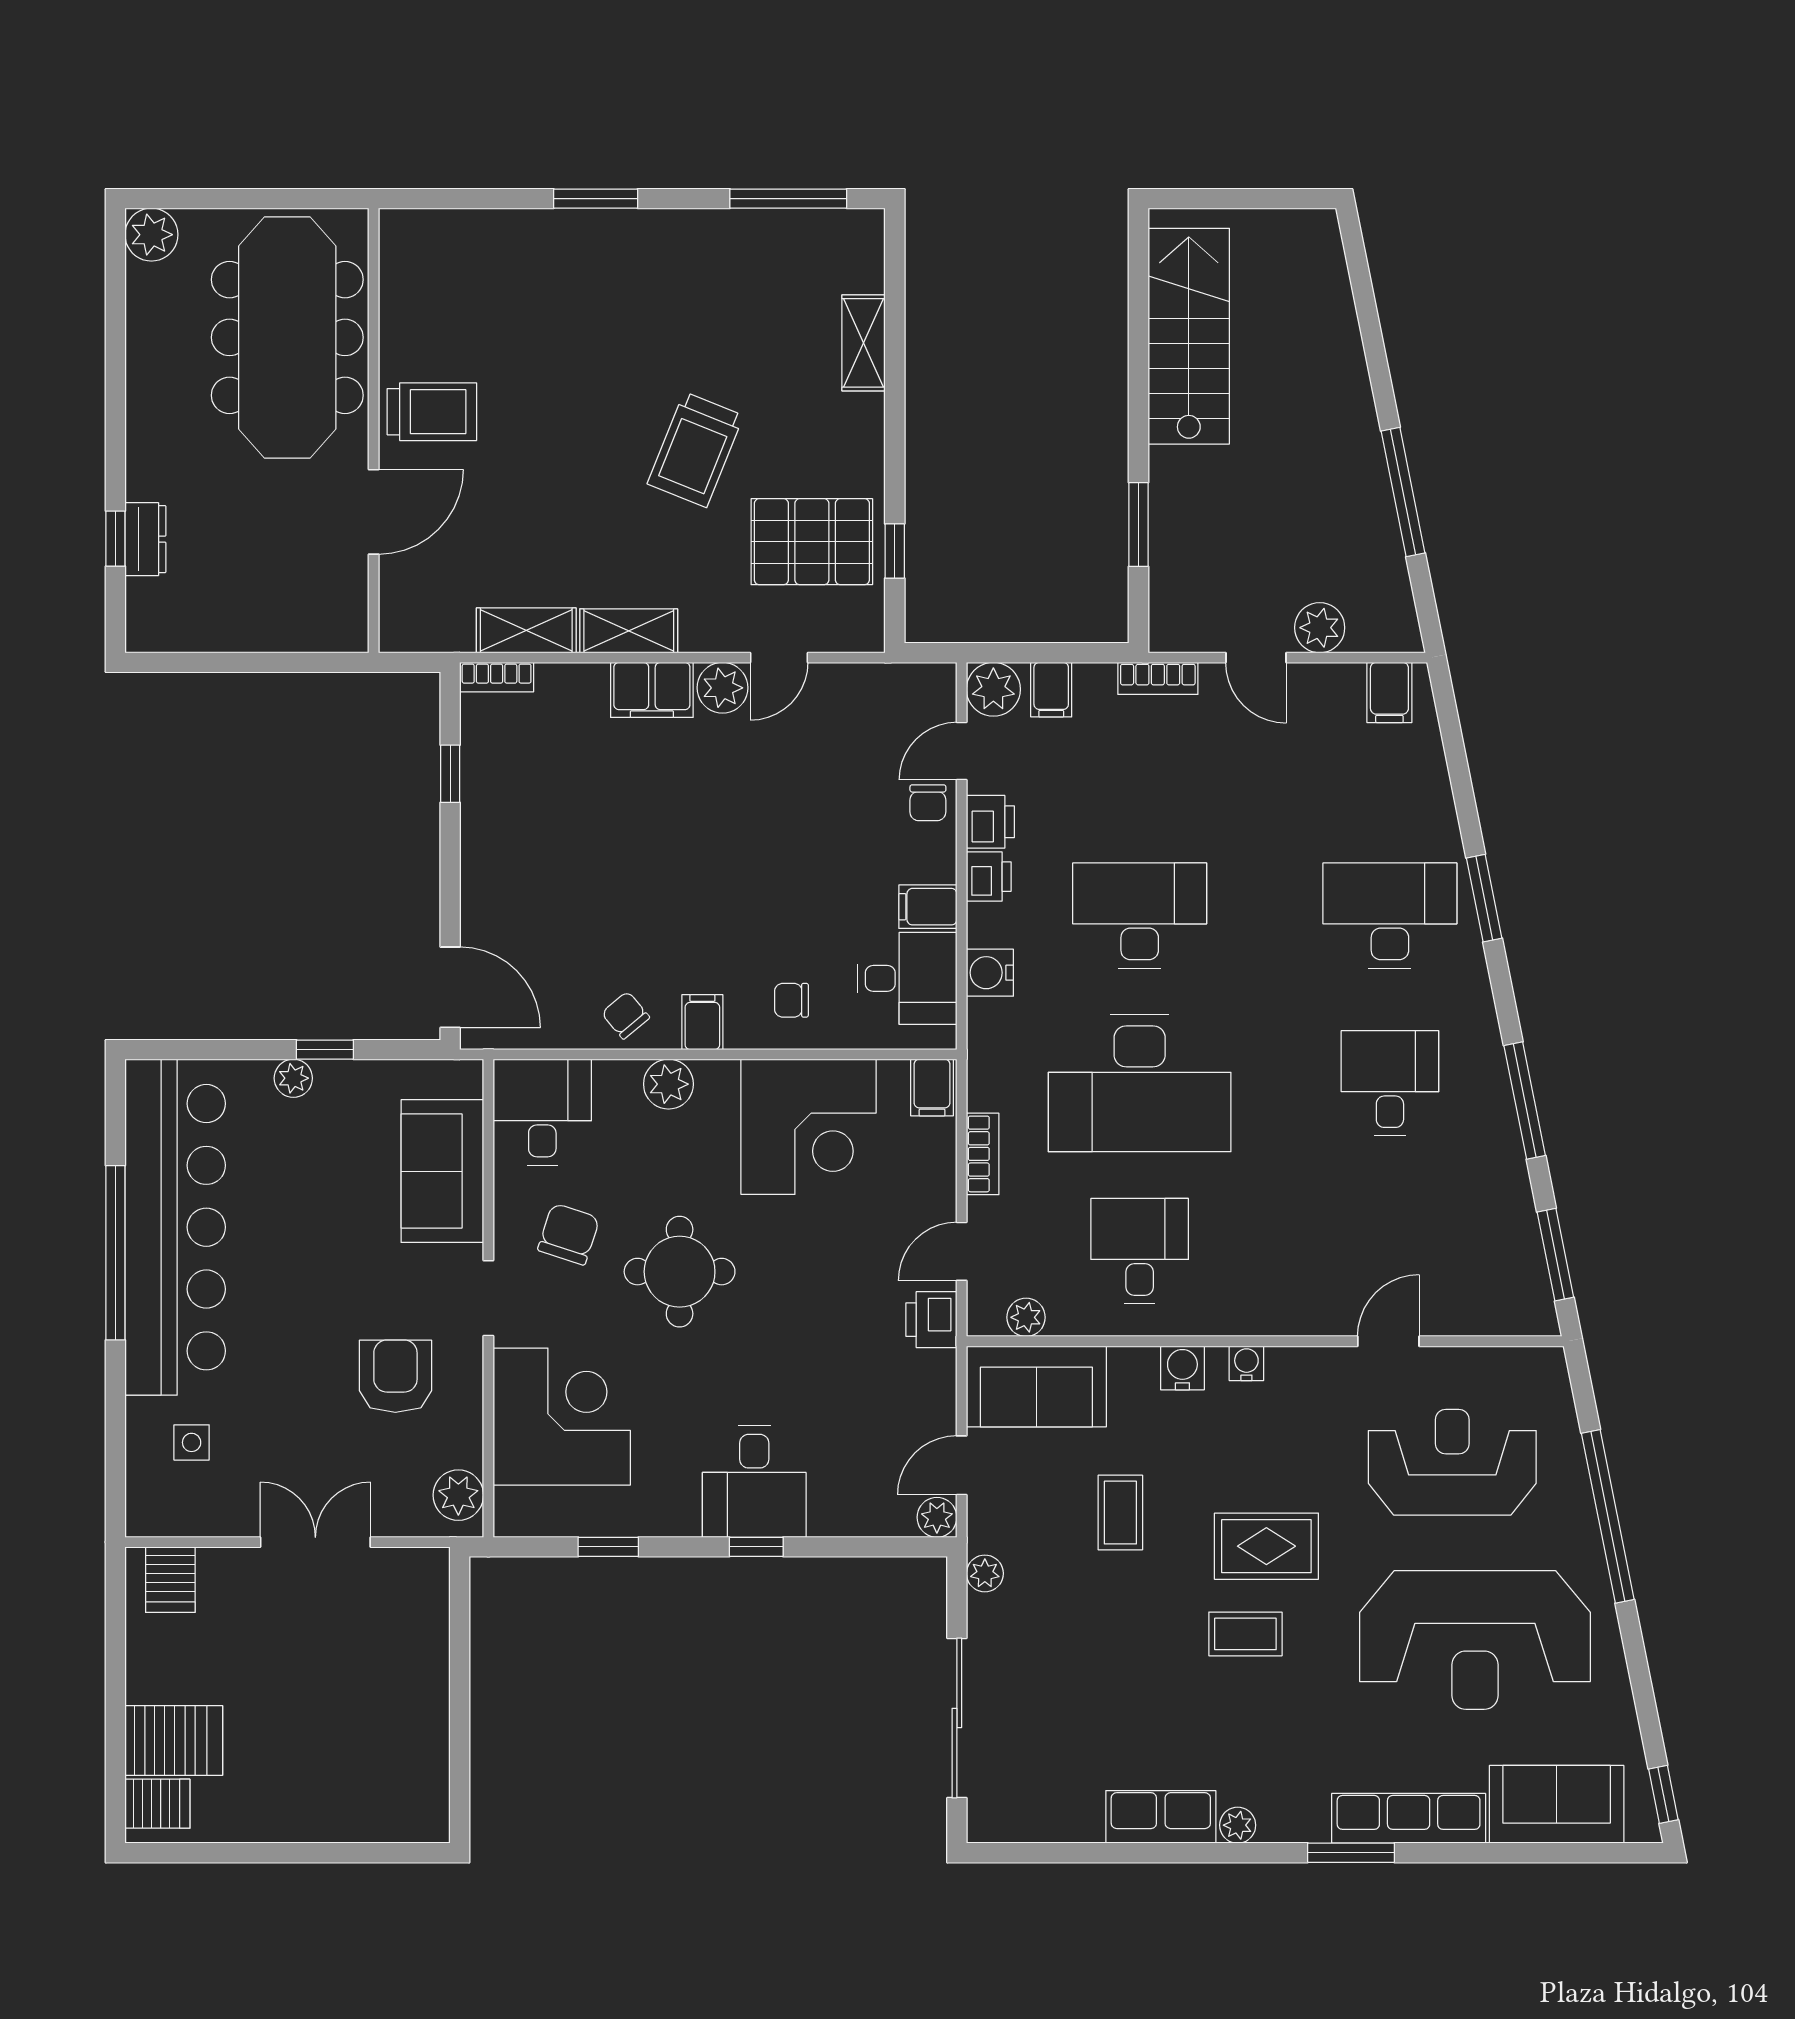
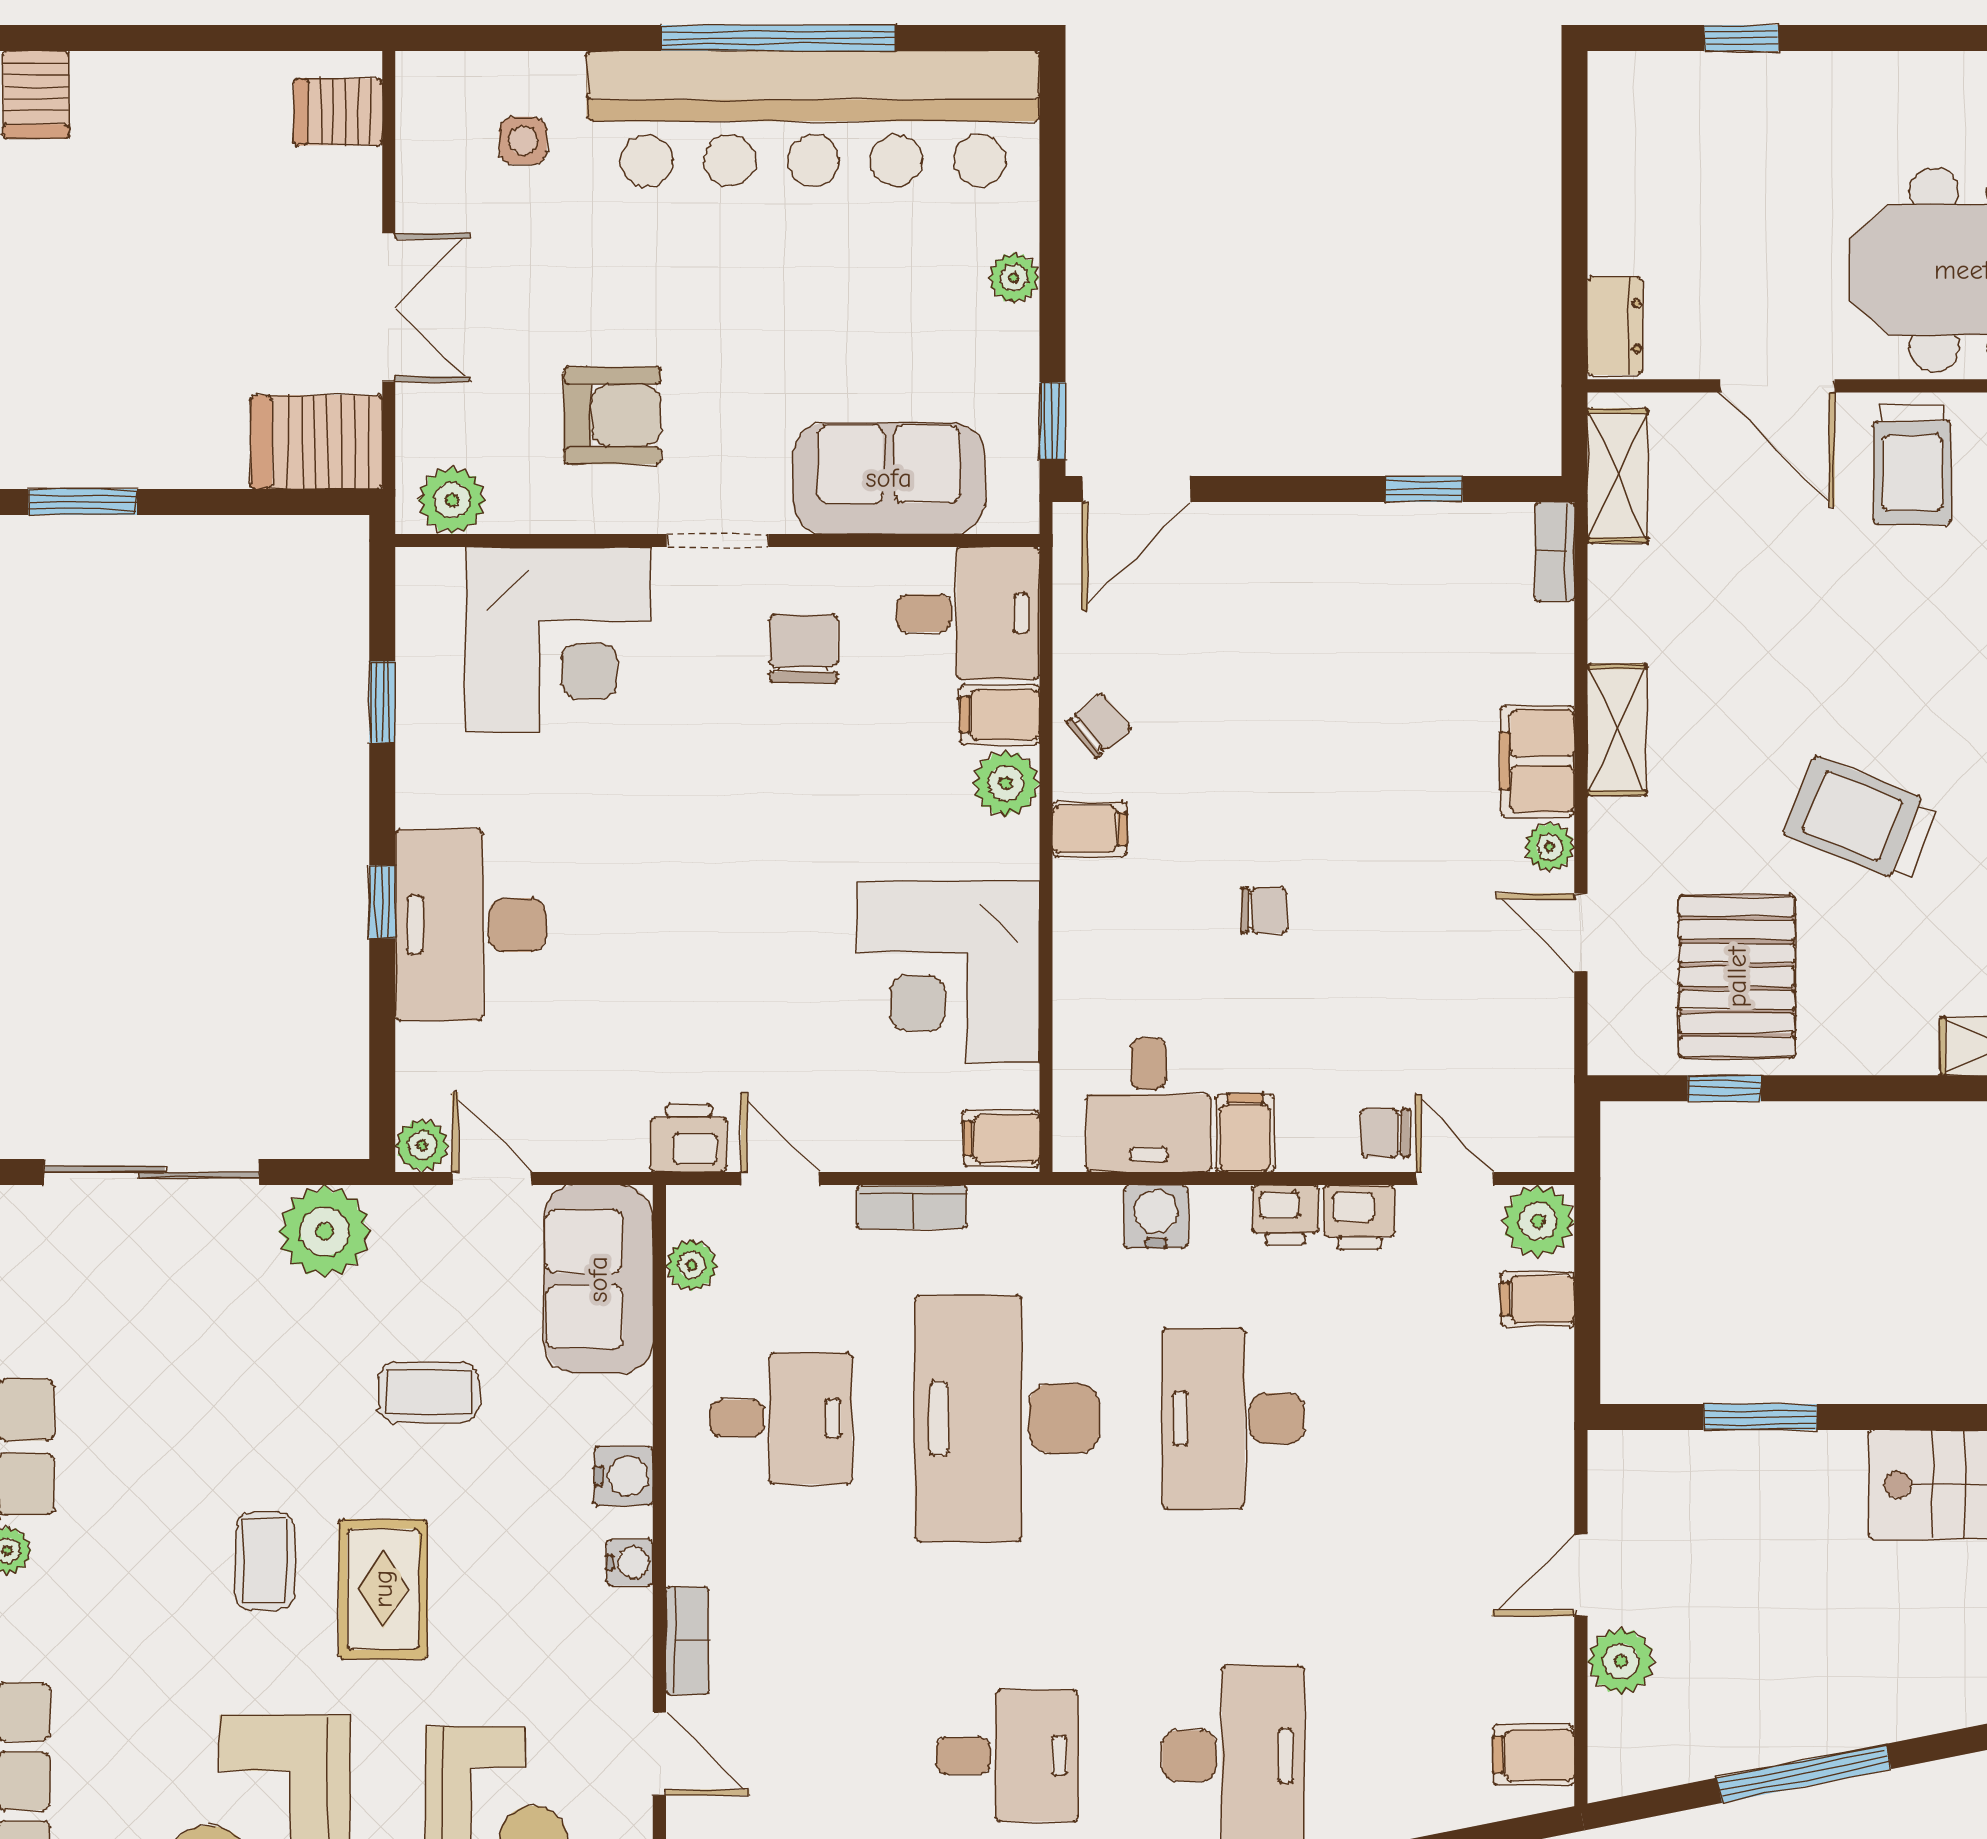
dresser: (145, 539) -> (1615, 326), moved, turned -90
shelving: (526, 630) -> (1618, 476), moved
bookcase: (1158, 678) -> (687, 1641), moved, turned 180
plant: (722, 688) -> (1549, 847), width x0.73, depth x0.73
desk: (1140, 915) -> (1233, 1418), turned 180
chair: (791, 1000) -> (1264, 910), moved, turned 90
window: (325, 1050) -> (1052, 421), moved
filing cabinet: (617, 1089) -> (1000, 715), added
chair: (569, 1234) -> (804, 649), turned -108
round table: (680, 1272) -> (753, 798), removed
desk: (754, 1481) -> (471, 925), width x1.37
plant: (985, 1573) -> (325, 1231), width x1.88, depth x1.88
server rack: (174, 1740) -> (317, 442), moved, turned 90
window: (460, 1769) -> (83, 502), added

